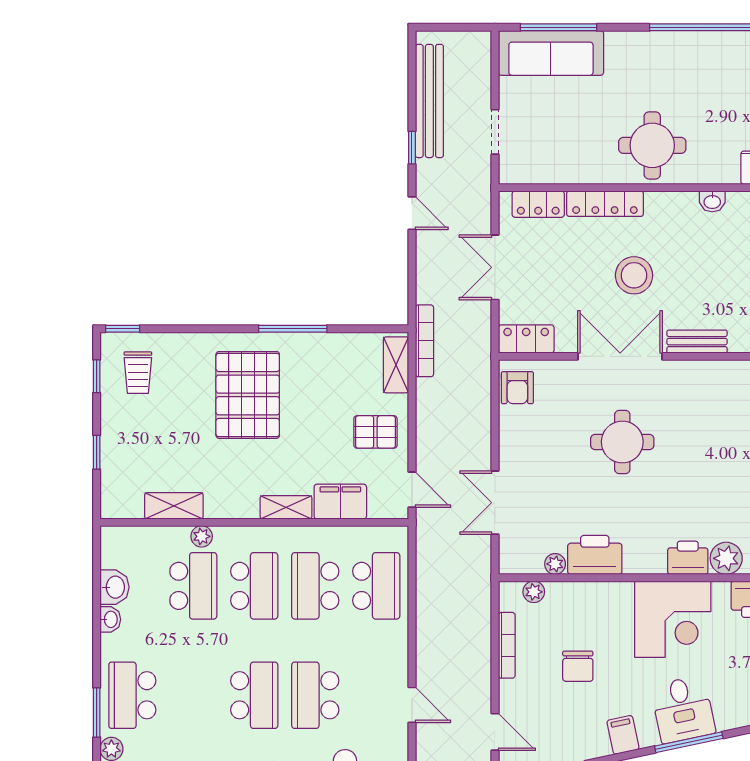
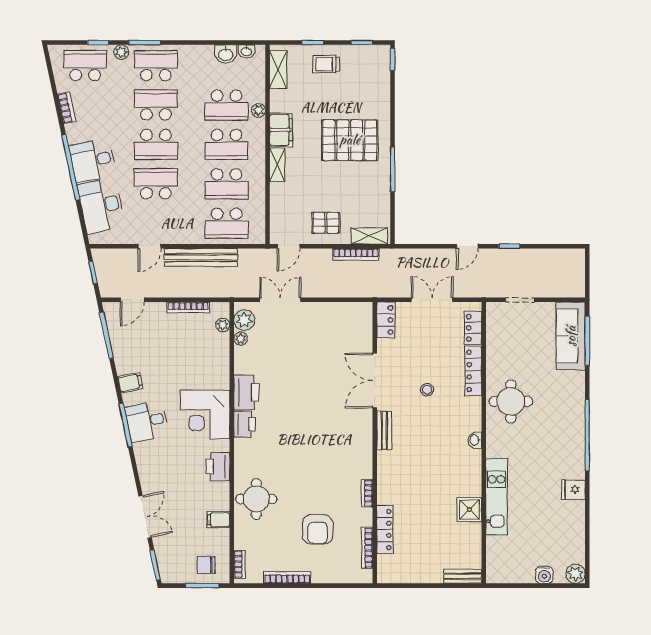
bench: (429, 101) -> (201, 257), moved
stool: (634, 275) -> (427, 390), width x0.53, depth x0.53
bookcase: (424, 341) -> (356, 254), moved
double door: (620, 356) -> (375, 381), swing flipped
trolley: (138, 373) -> (326, 64), moved
armchair: (517, 388) -> (354, 314), removed
pallet: (375, 432) -> (326, 223), turned 90
round table: (622, 442) -> (319, 382), removed
filing cabinet: (340, 502) -> (281, 130), moved
shelving: (174, 506) -> (278, 70), moved
printer: (595, 555) -> (246, 392), moved
plant: (726, 558) -> (244, 320), moved
school desk: (315, 586) -> (226, 184), turned 180
washbasin: (110, 619) -> (246, 51), moved
chair: (578, 666) -> (175, 353), removed
school desk: (193, 695) -> (156, 105), added

